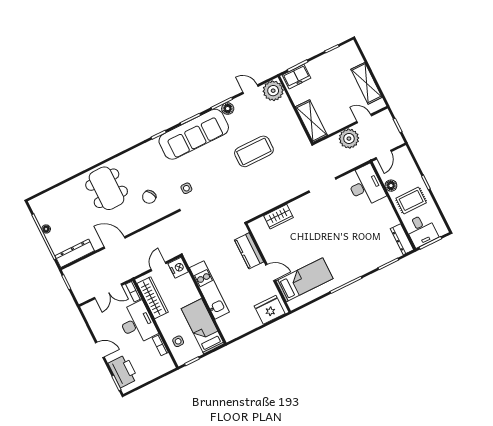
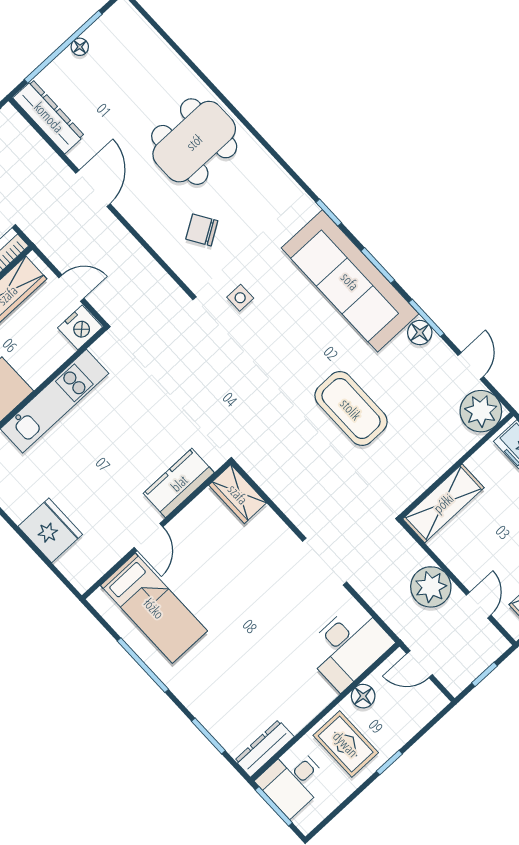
kitchen counter: (249, 251) -> (179, 483), moved
wall: (268, 268) -> (156, 530), moved
door: (270, 272) -> (149, 537), moved
bed: (305, 280) -> (154, 608), moved

